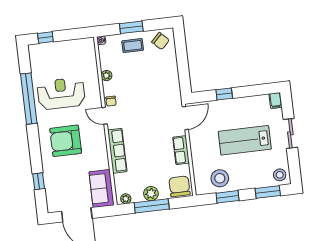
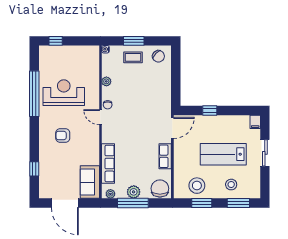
armchair: (66, 141) -> (63, 135), width x0.53, depth x0.53
row of seats: (117, 151) -> (108, 163), moved
stool: (280, 175) -> (231, 185), moved

